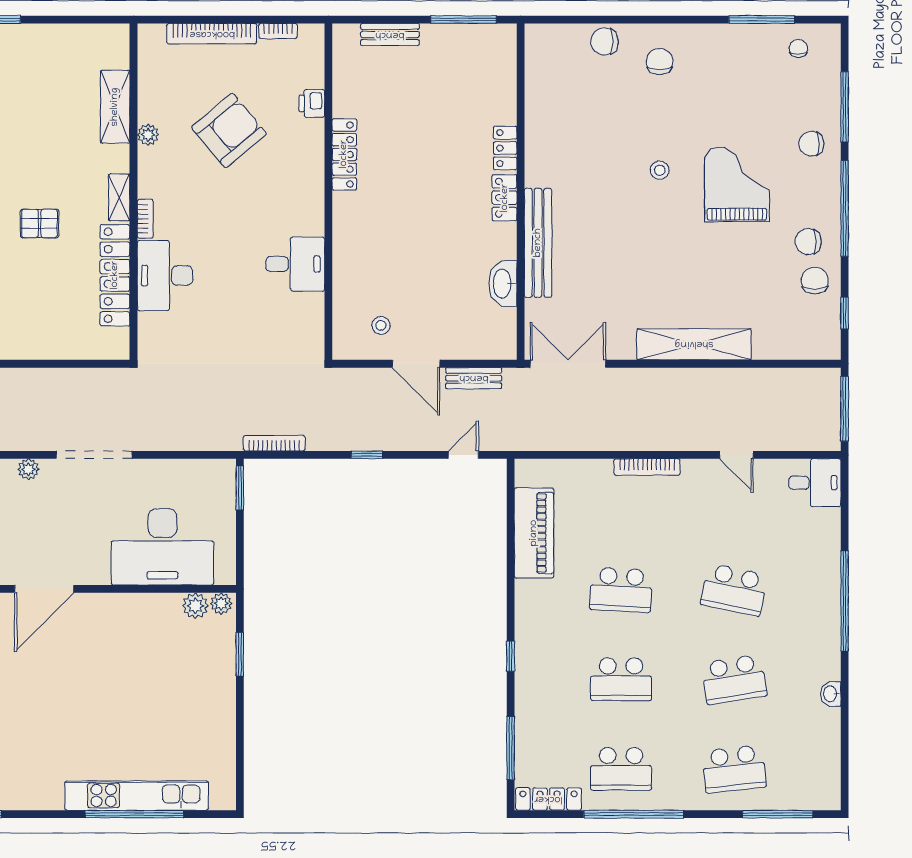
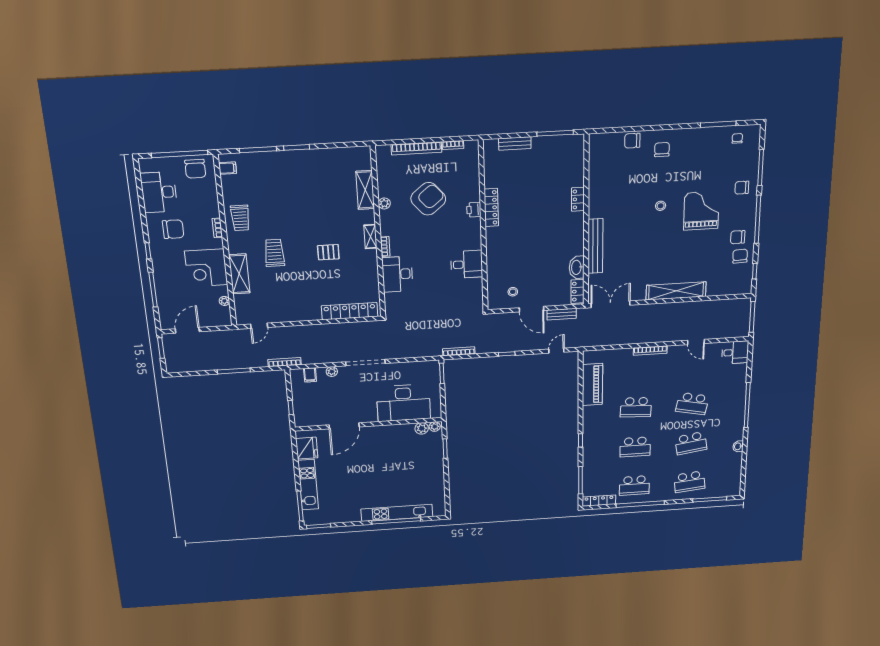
printer: (312, 103) -> (474, 210), moved
locker: (505, 198) -> (578, 291), moved
locker: (115, 275) -> (350, 311), moved, turned 90

